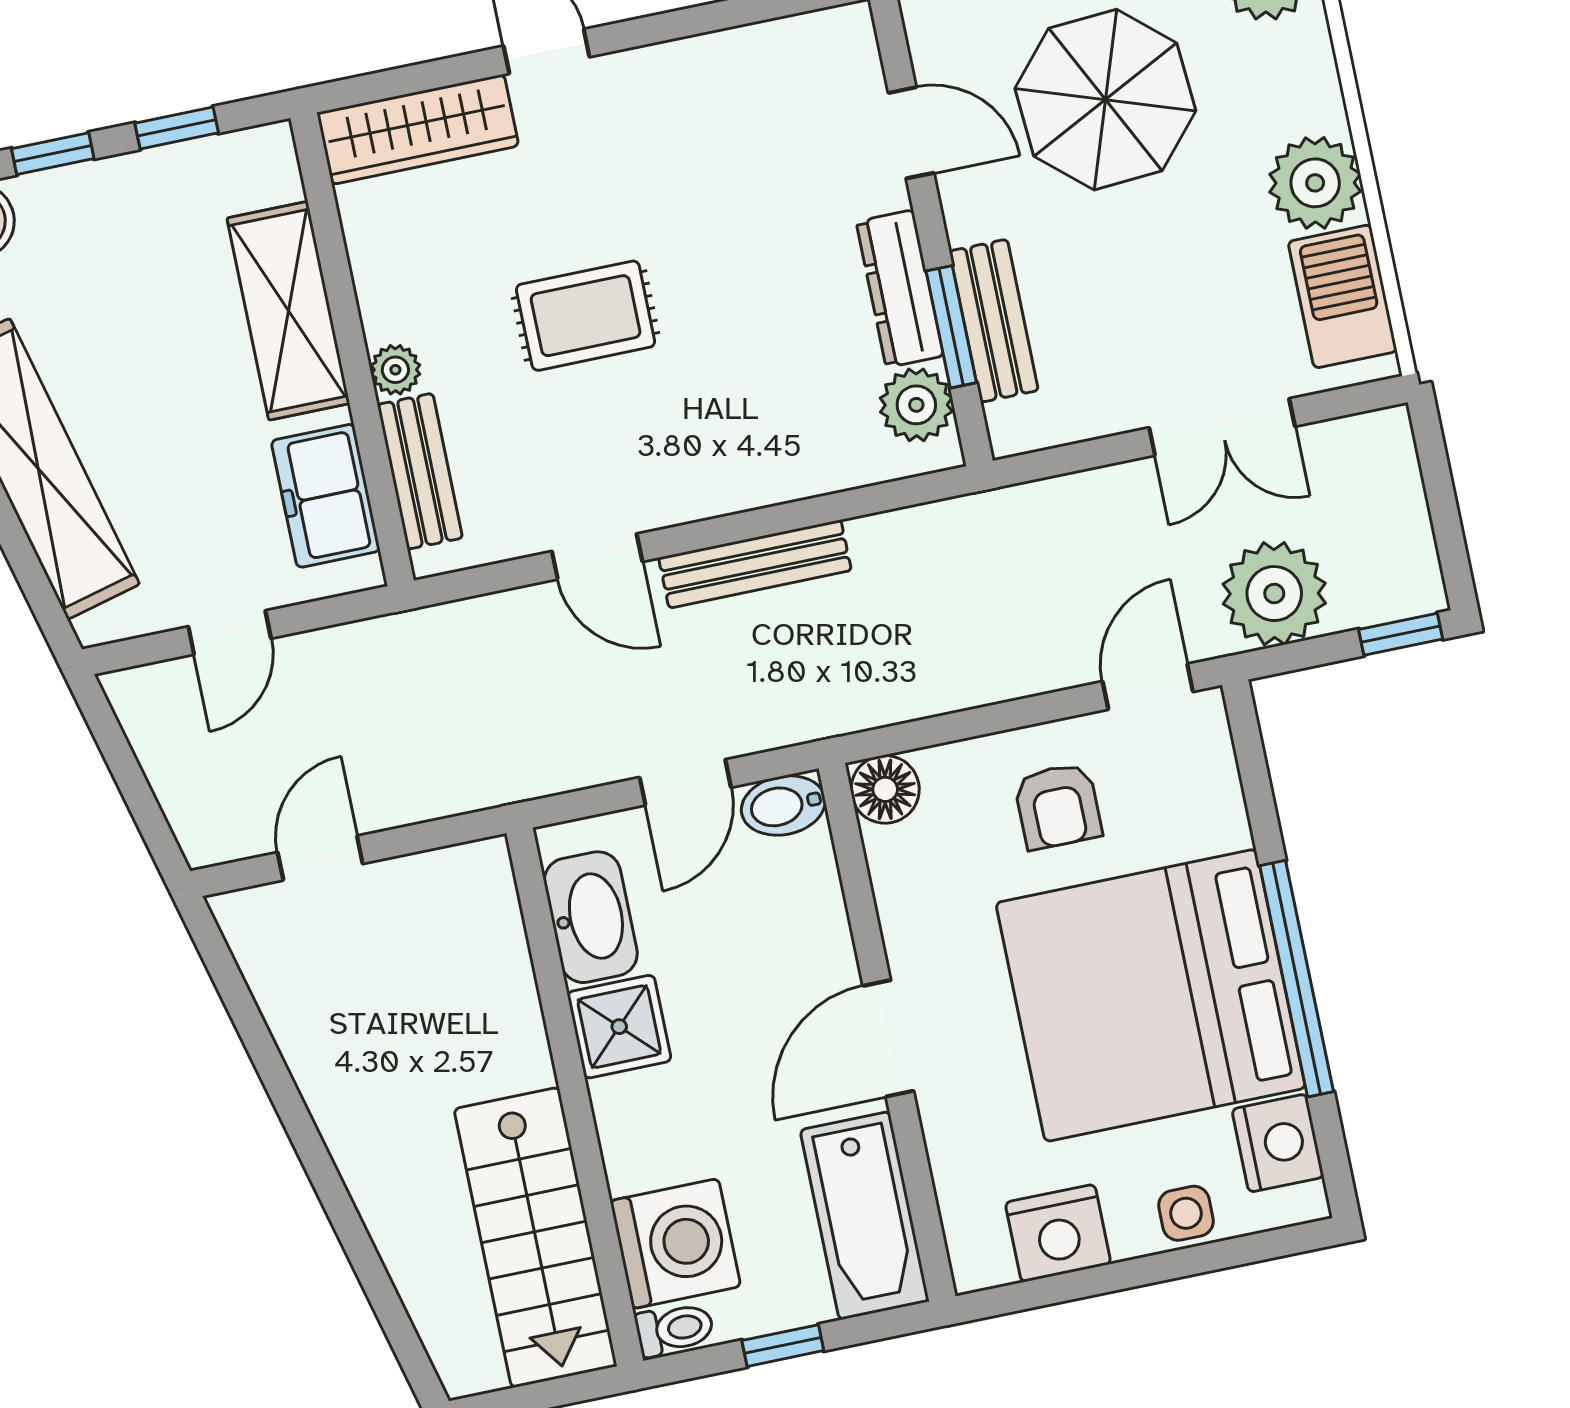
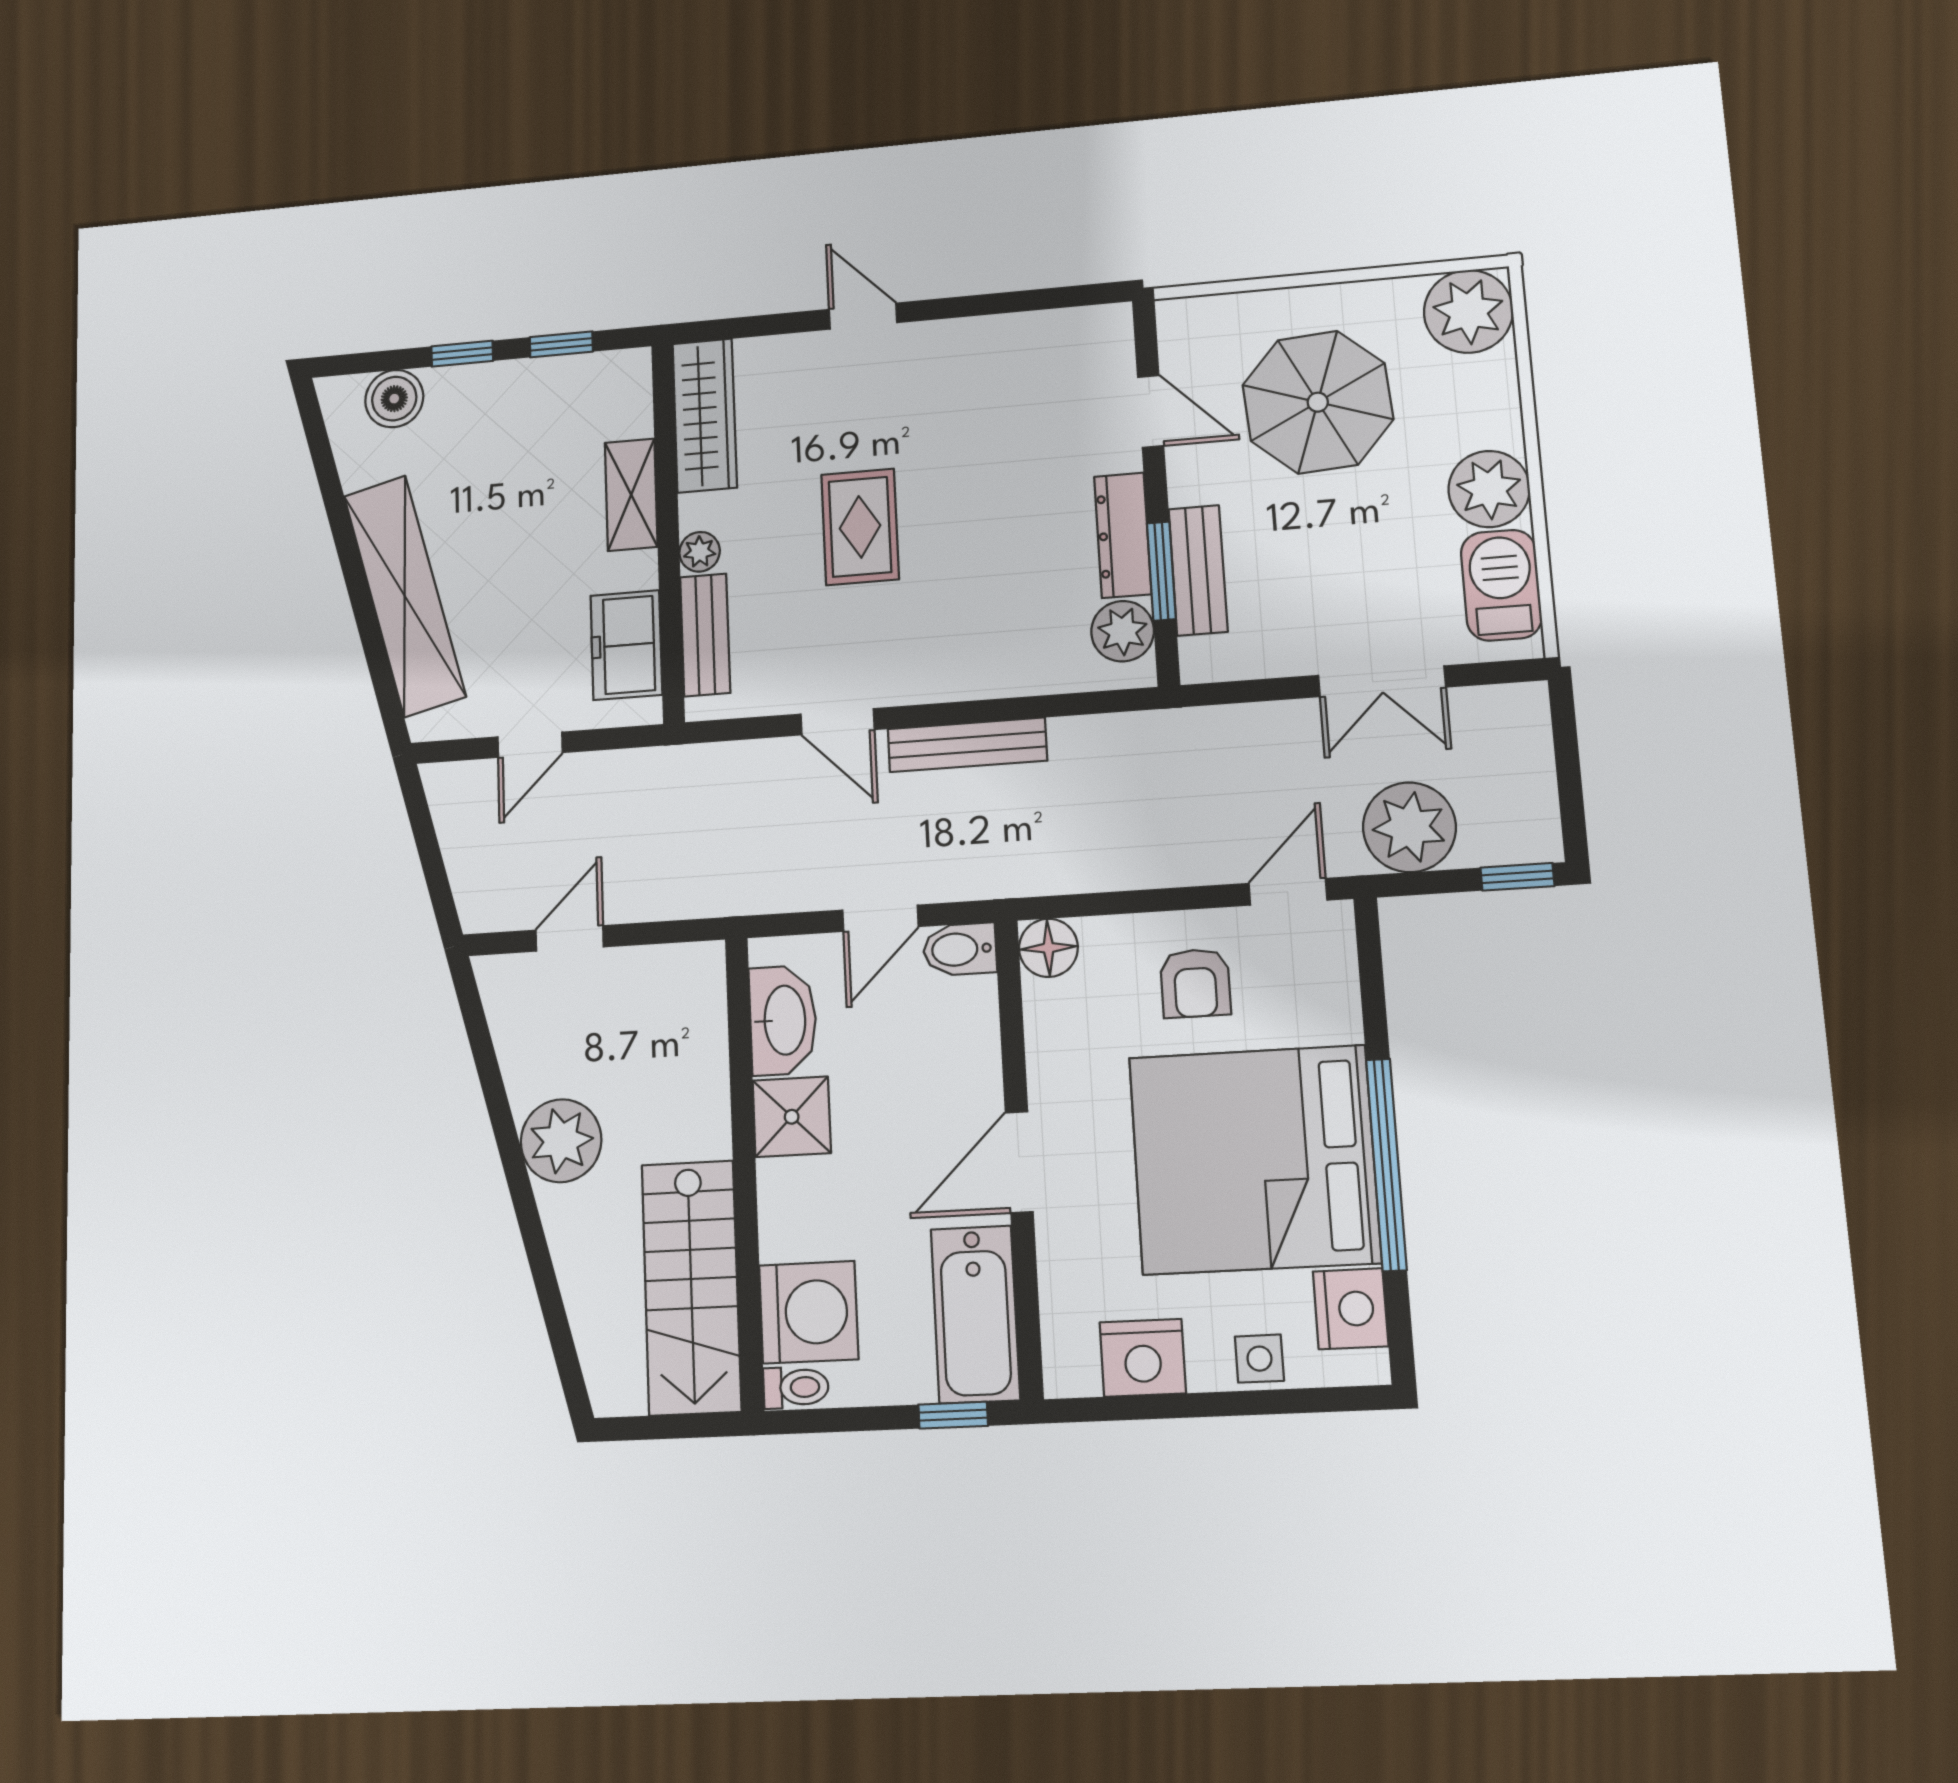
wardrobe: (418, 129) -> (705, 415), moved, turned -90
shelving: (288, 311) -> (631, 495), width x0.67, depth x0.75
rug: (586, 316) -> (860, 527), turned 90
plant: (353, 1095) -> (561, 1141), added
window: (783, 1346) -> (953, 1415), moved

